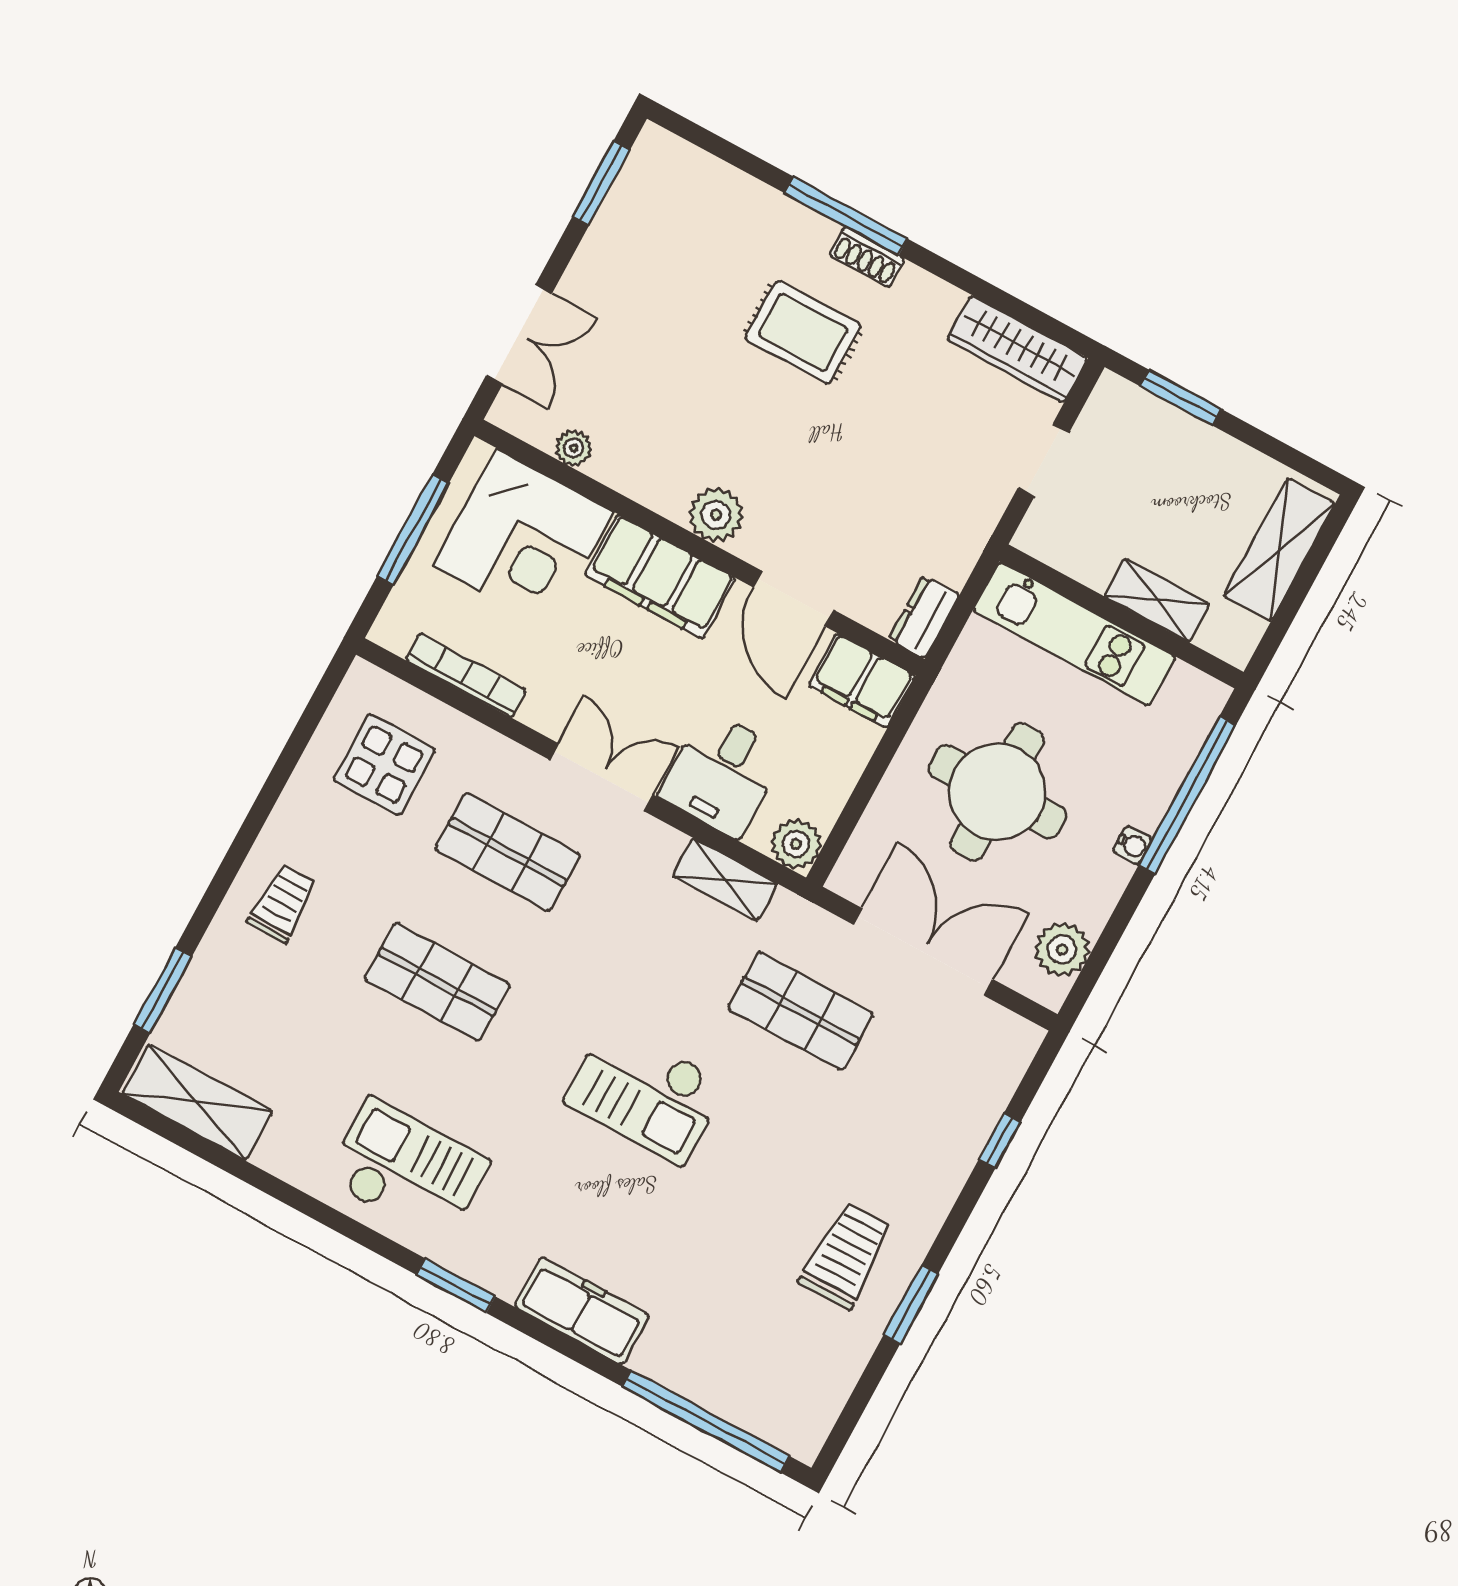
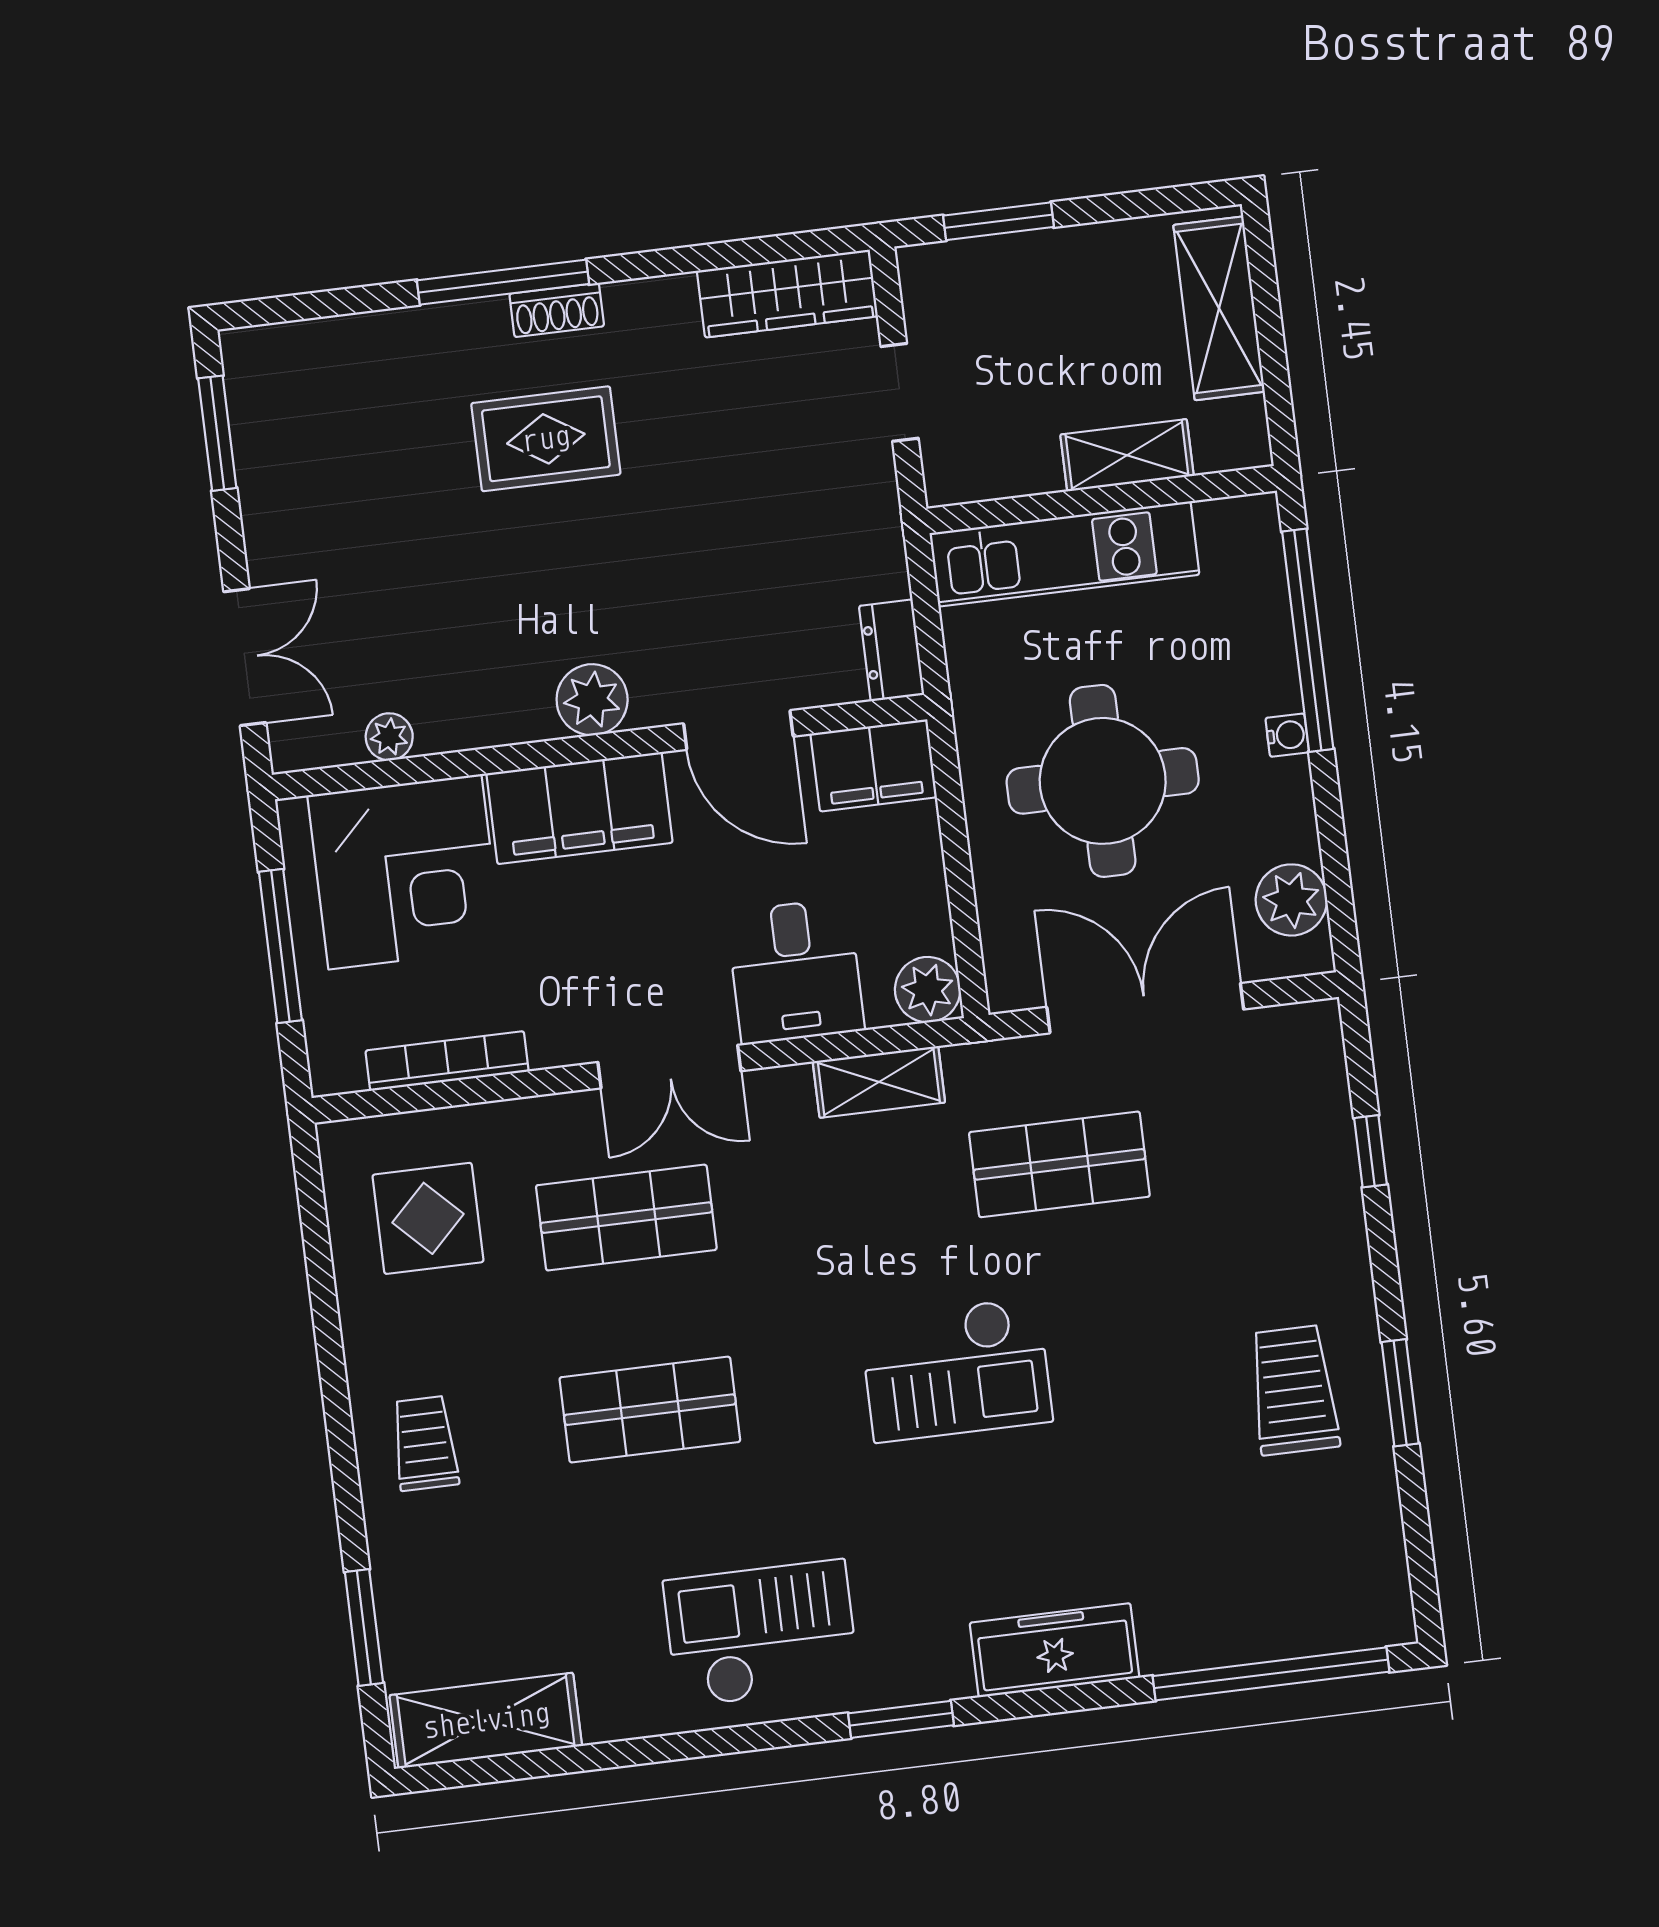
double door: (601, 777) -> (669, 1067), swing flipped

